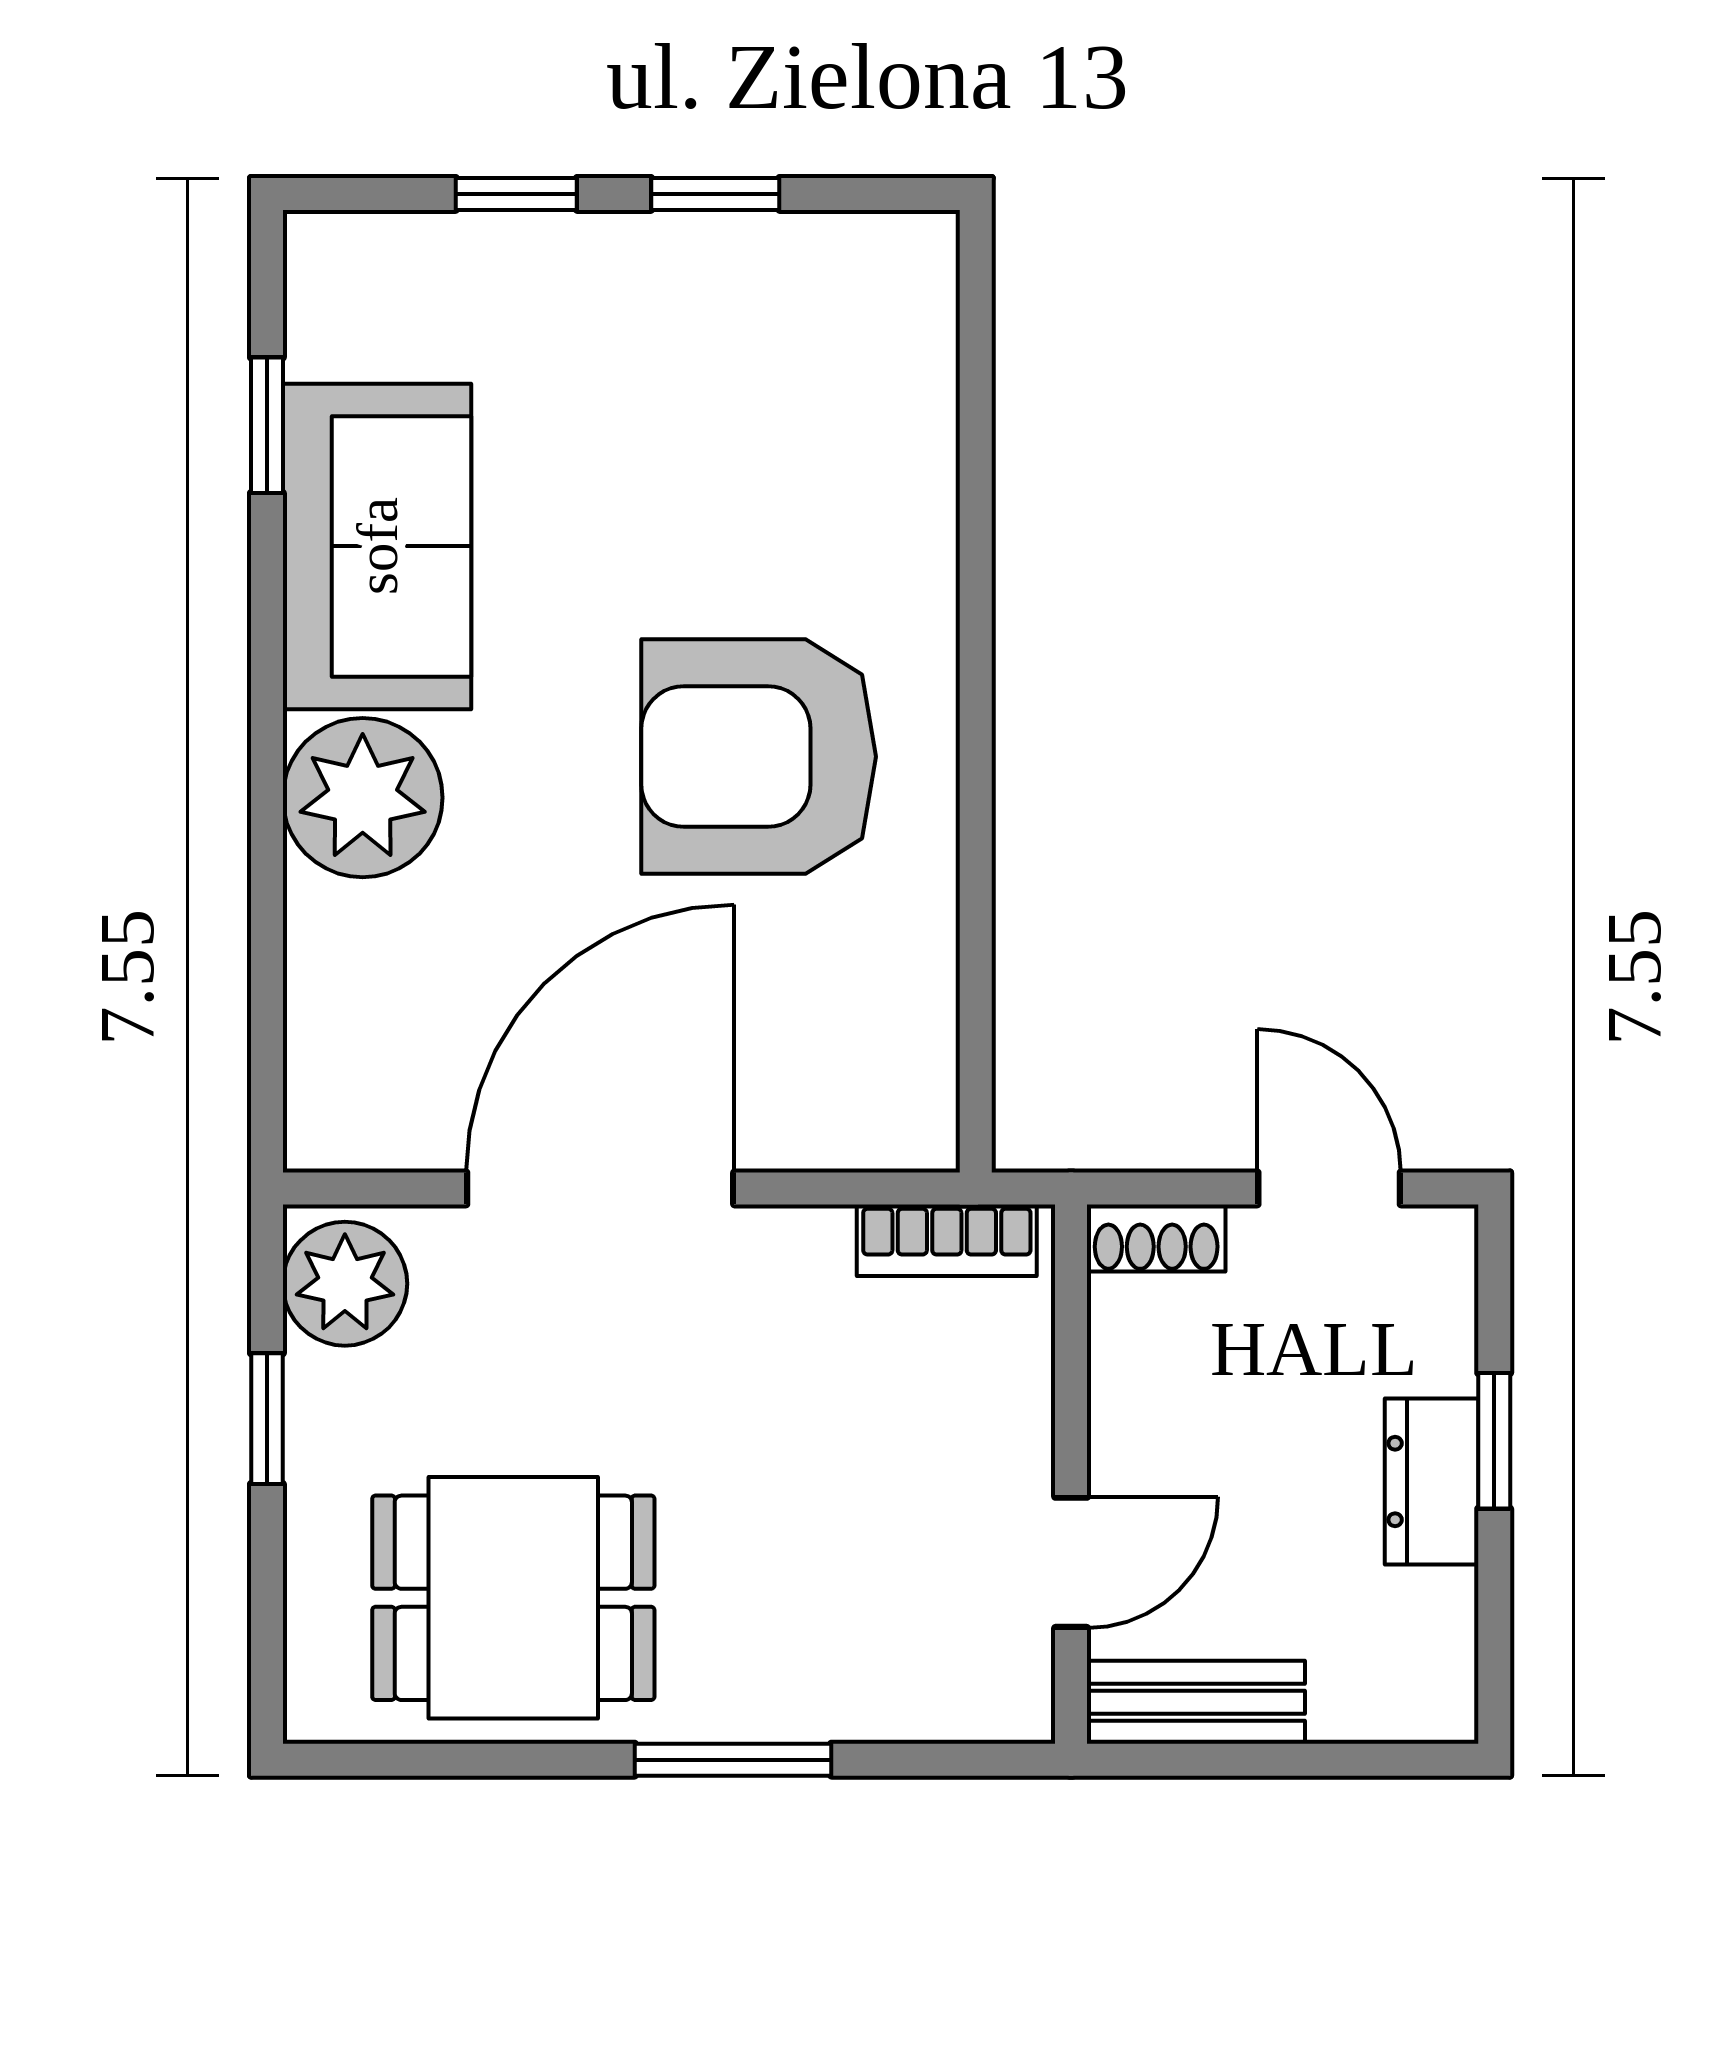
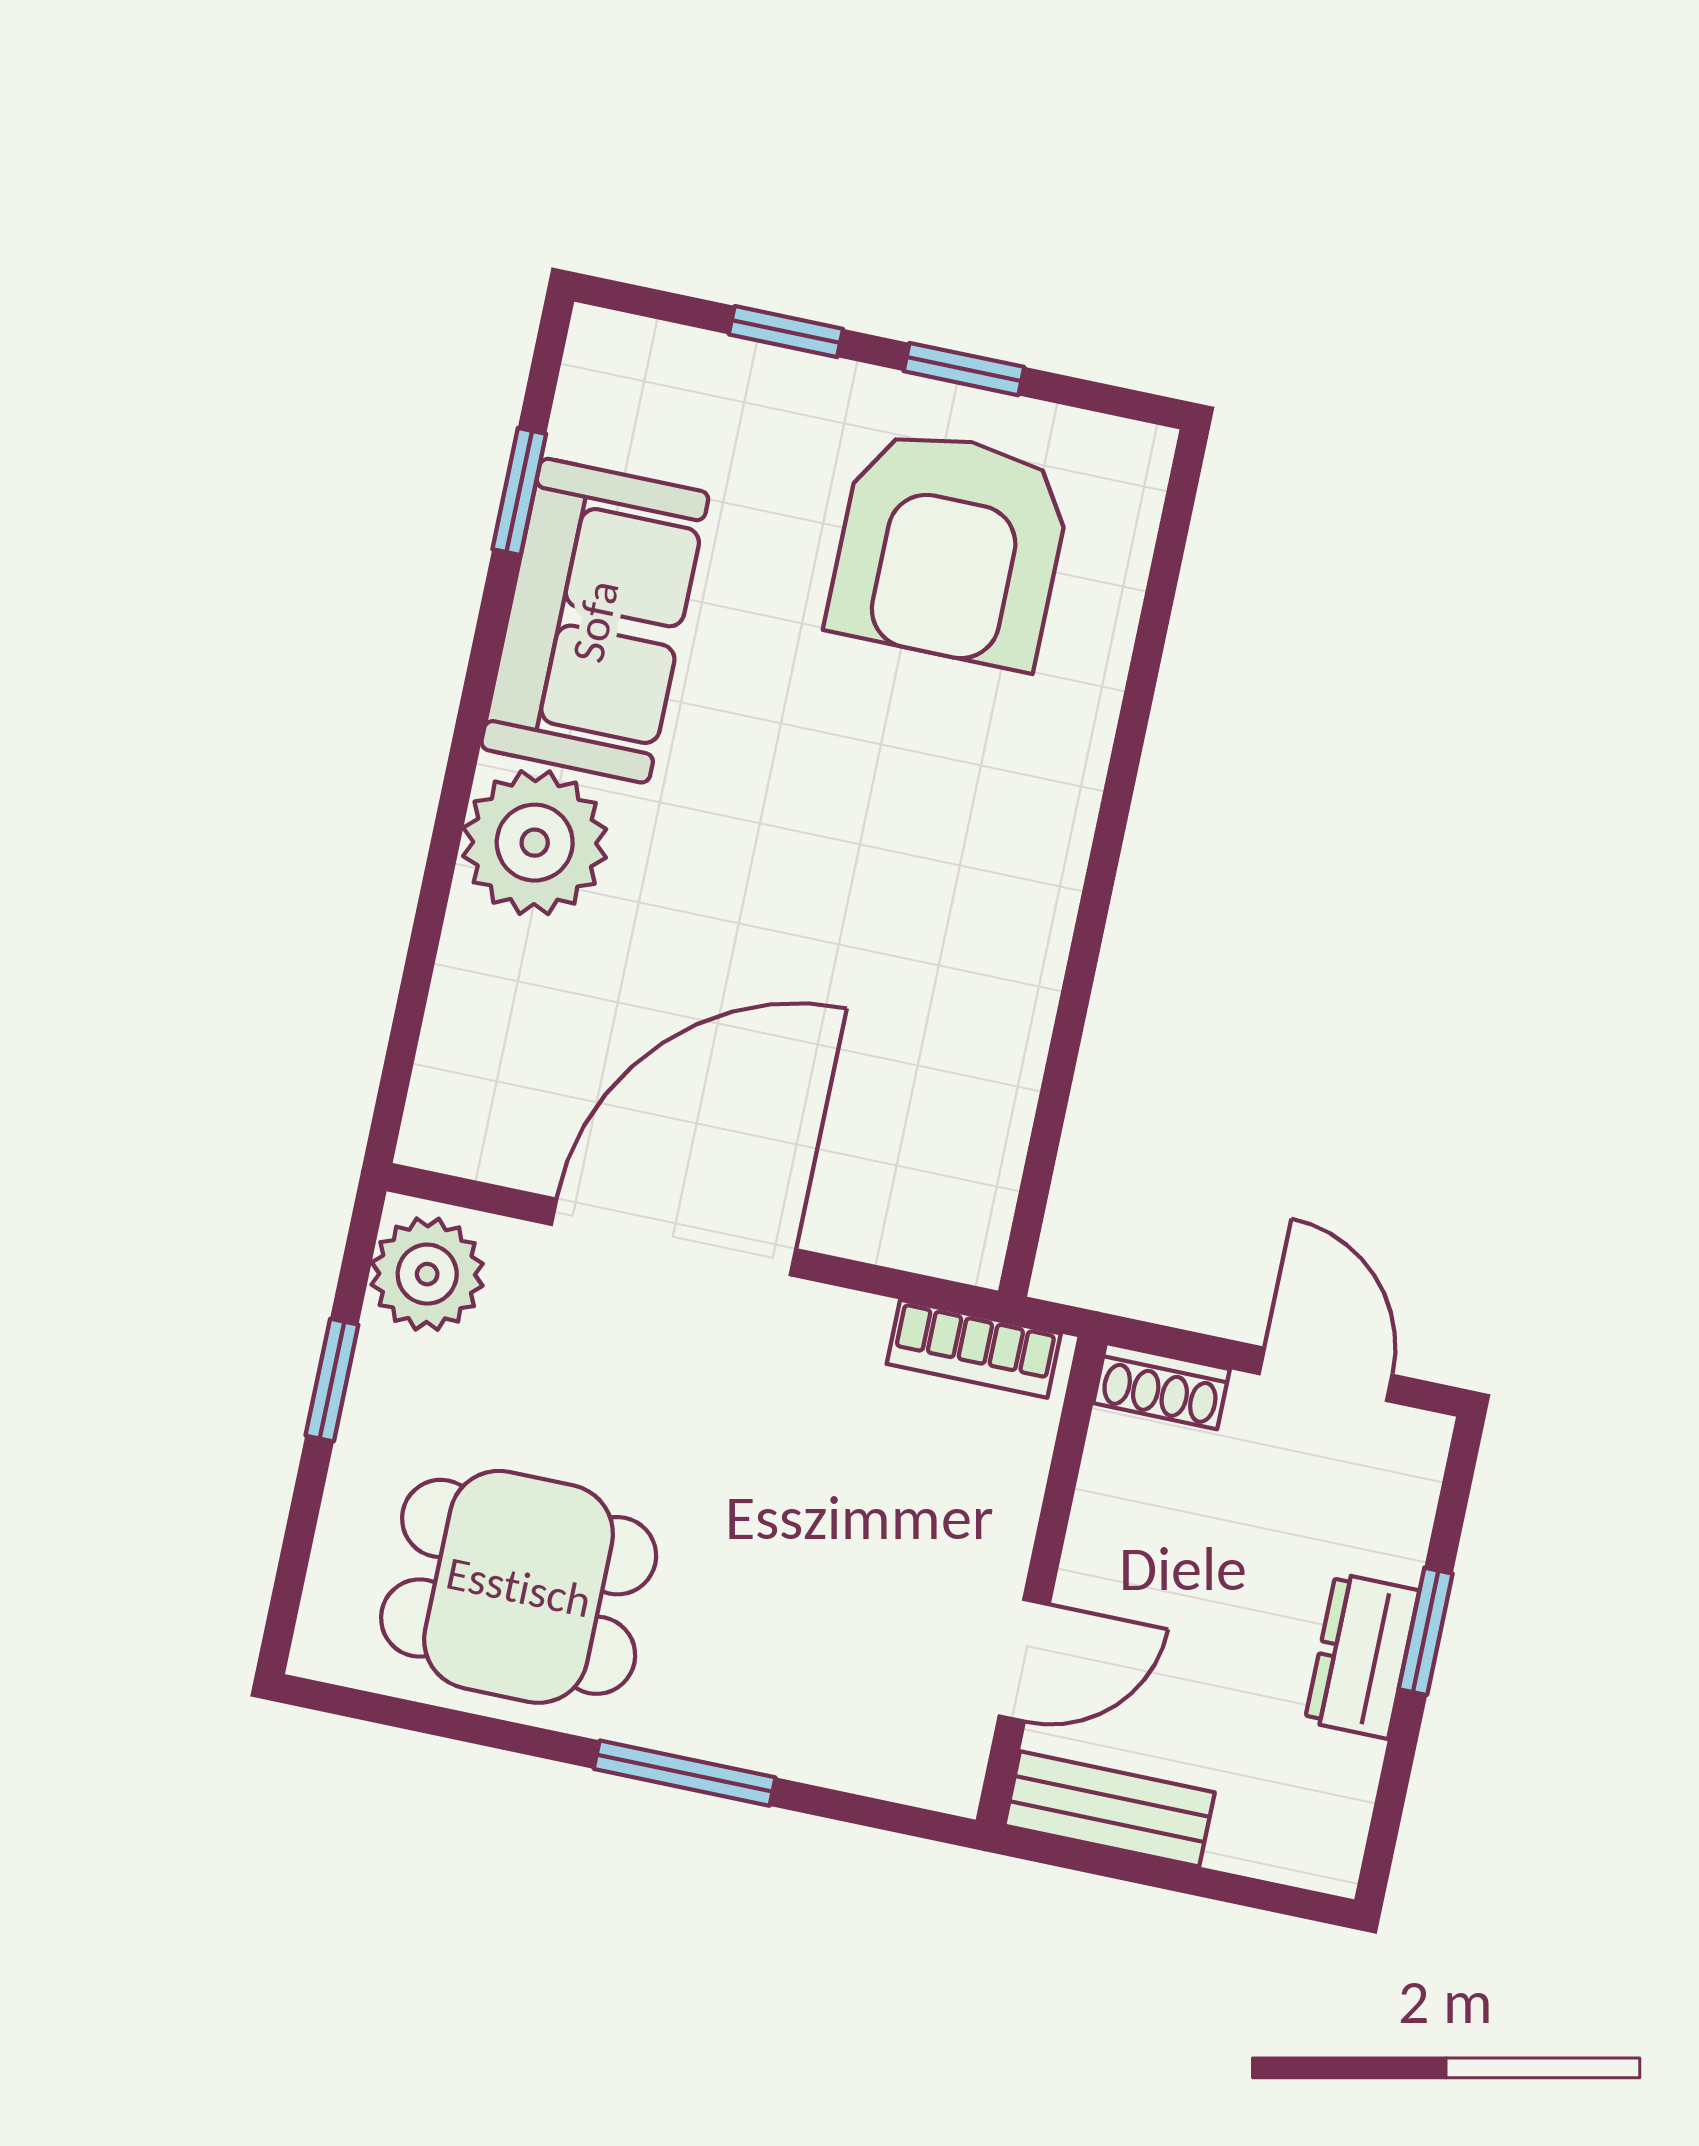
armchair: (759, 757) -> (950, 547), moved, turned -90

